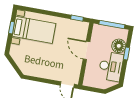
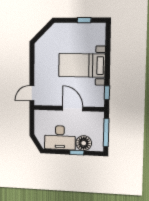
bed with nightstands: (34, 30) -> (82, 65), moved, turned 90
door: (86, 50) -> (73, 109), hinge flipped

